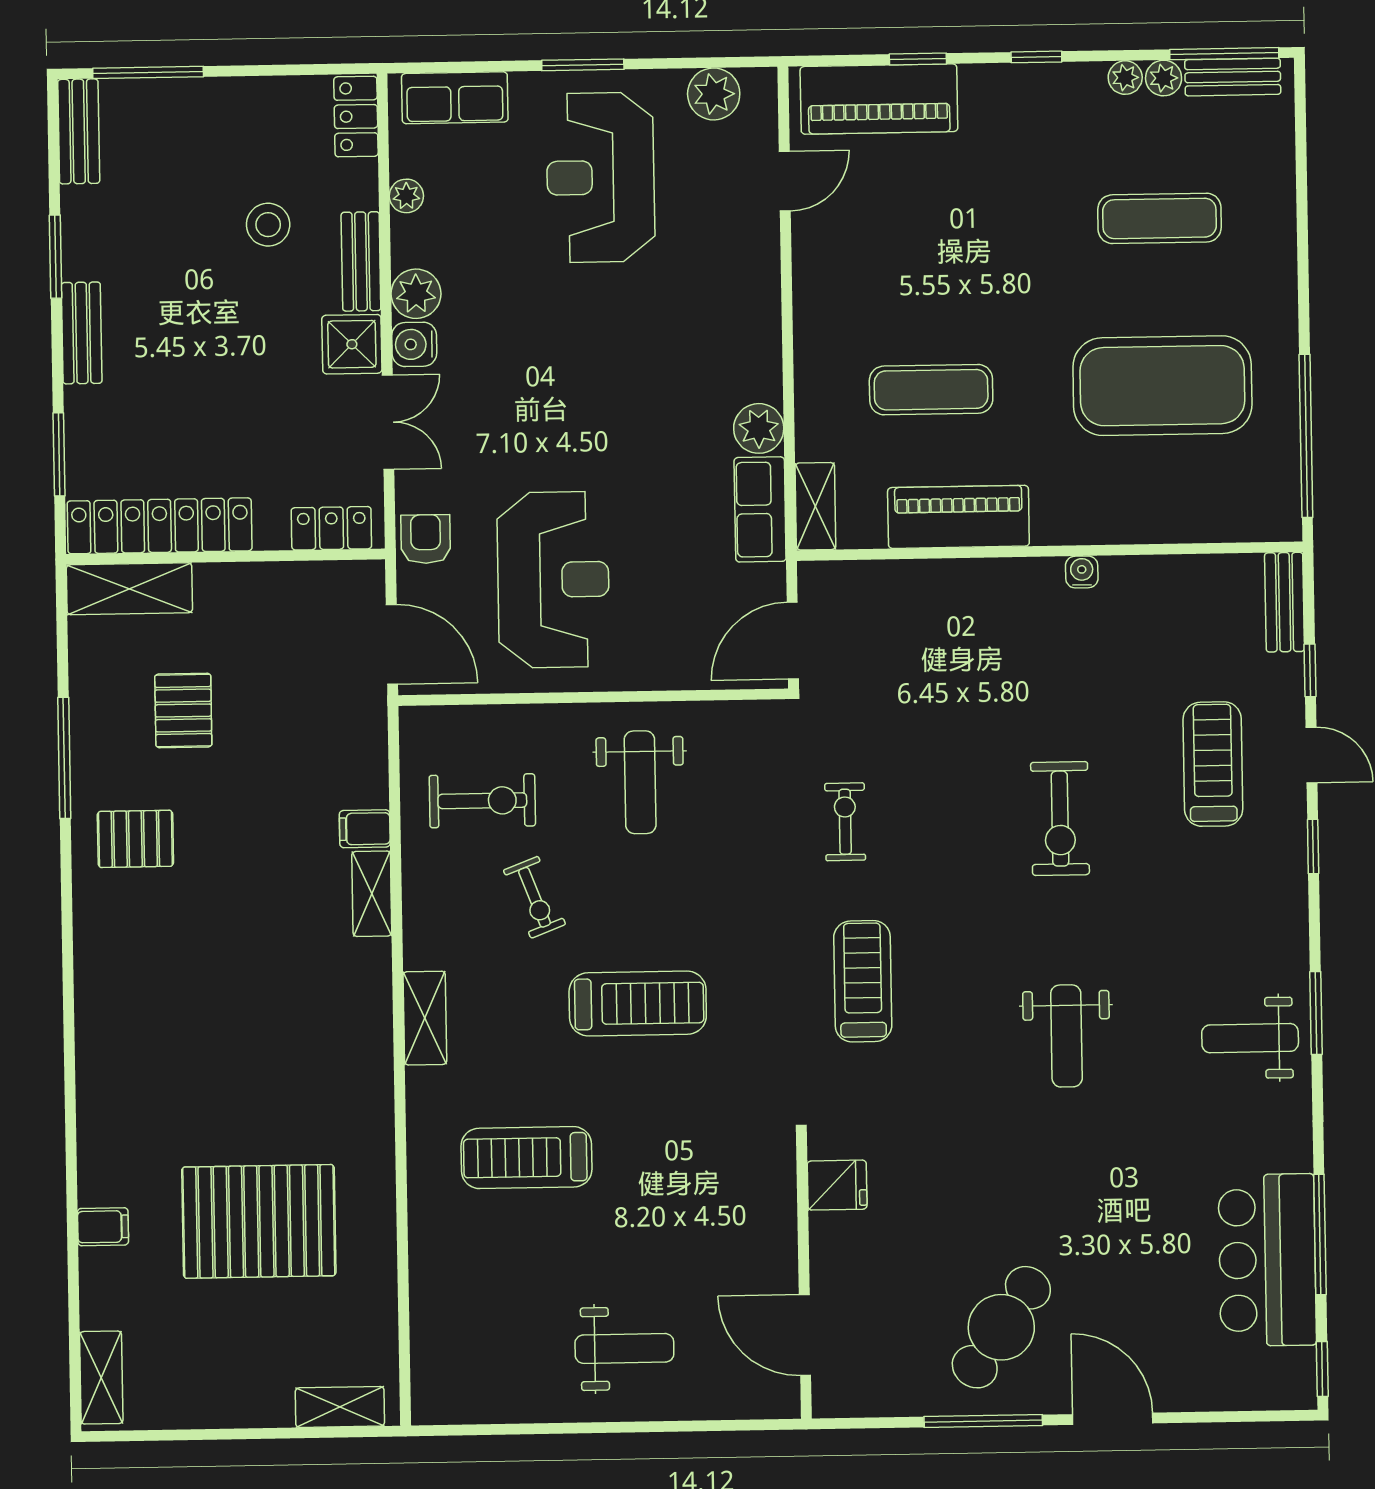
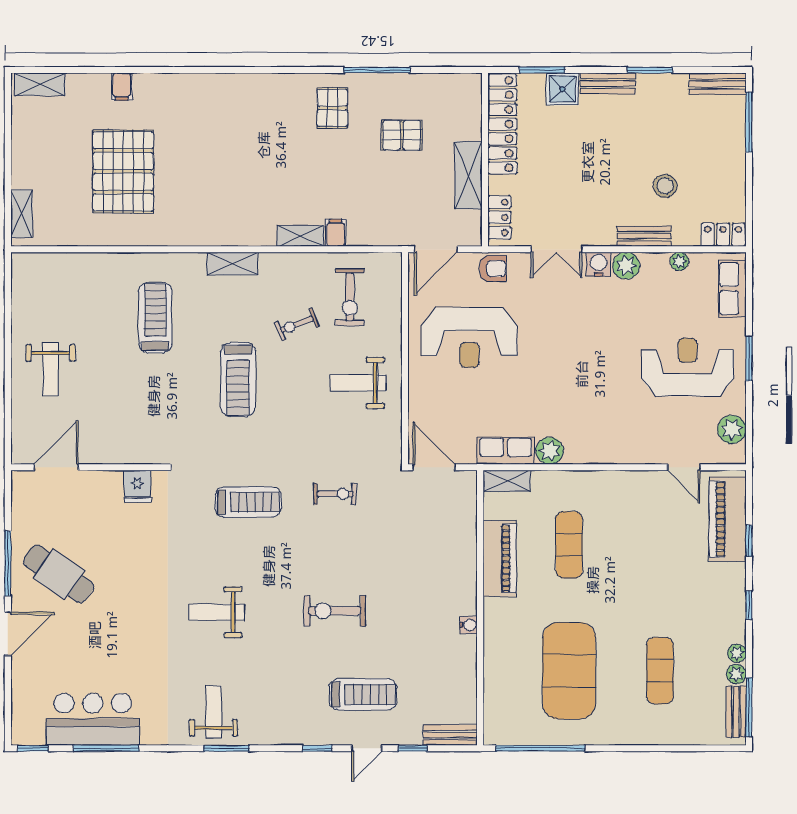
shower: (352, 344) -> (562, 89), moved
shelving: (129, 589) -> (468, 175), moved

